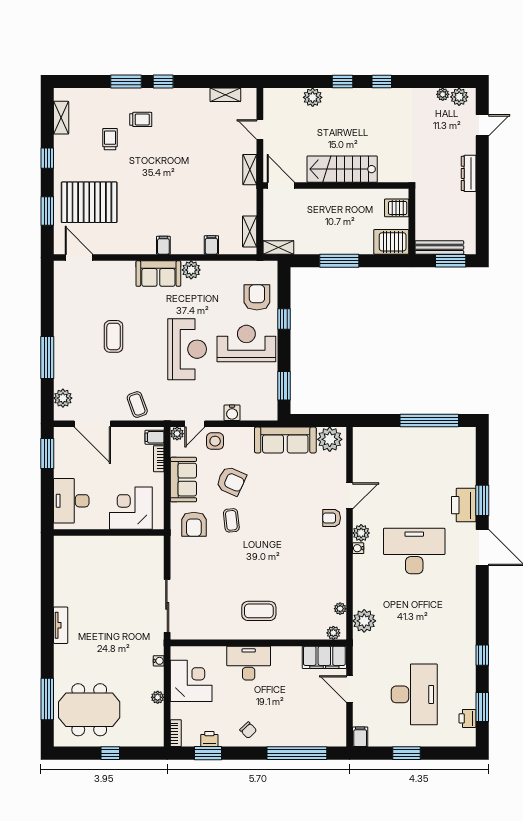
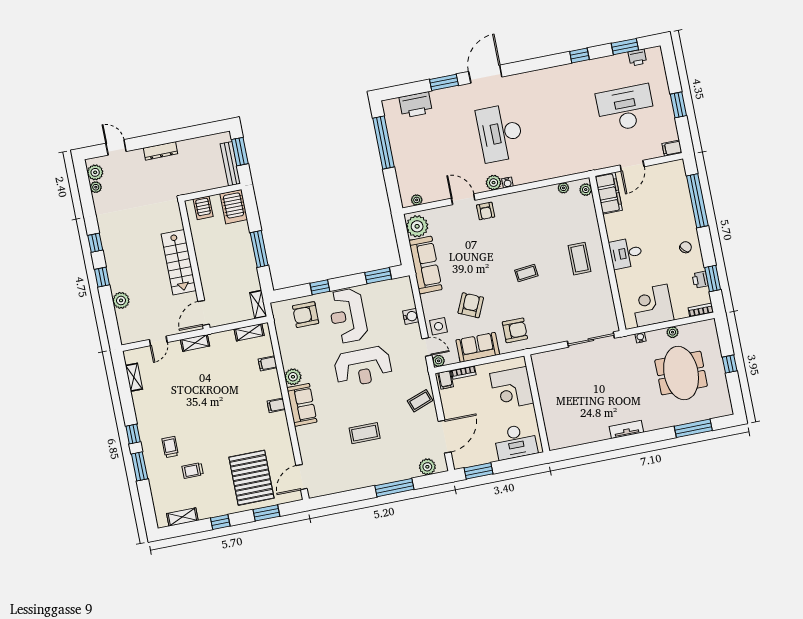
reception desk: (187, 349) -> (363, 367), turned 180
printer: (464, 505) -> (416, 105), moved
coffee table: (231, 520) -> (526, 273), moved
plant: (364, 621) -> (417, 200), moved, width x0.53, depth x0.53
desk: (249, 663) -> (626, 253), width x0.73
meeting table: (89, 710) -> (681, 373), moved

